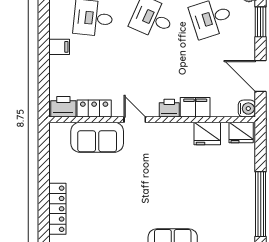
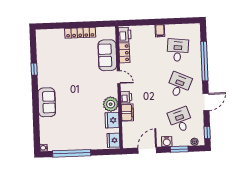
water cooler: (247, 109) -> (167, 142), moved
door: (135, 120) -> (119, 77), hinge flipped
plant: (180, 135) -> (111, 104), added
locker: (57, 209) -> (80, 33), moved

